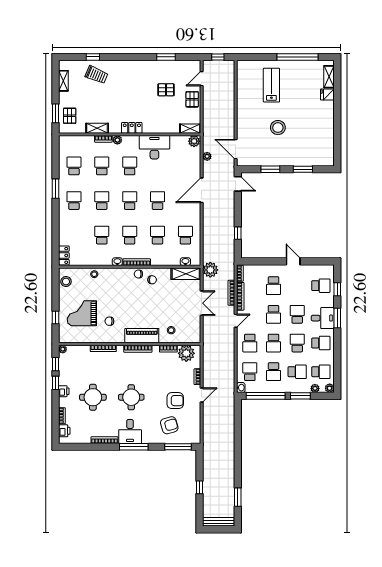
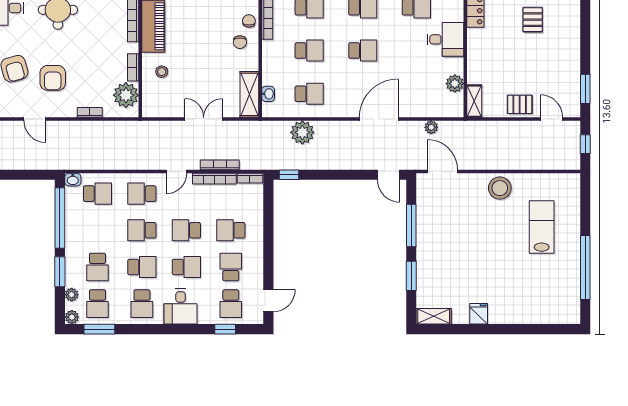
window: (166, 57) -> (585, 89), moved
shelving: (329, 77) -> (434, 316), moved
lab bench: (271, 85) -> (542, 227), turned -90
pallet: (166, 90) -> (533, 20), moved
fridge: (327, 94) -> (479, 314), moved
stool: (278, 128) -> (500, 188), moved
plant: (194, 141) -> (455, 84), moved
desk: (154, 147) -> (445, 39), width x0.73
door: (236, 149) -> (443, 172), hinge flipped
window: (270, 169) -> (411, 225), width x1.44
door: (238, 184) -> (389, 175), hinge flipped
door: (202, 190) -> (379, 119), hinge flipped
window: (238, 233) -> (289, 175), moved
door: (293, 261) -> (268, 301), moved
plant: (210, 270) -> (302, 132), moved
double door: (202, 303) -> (204, 119), swing flipped
window: (337, 318) -> (99, 329), moved
door: (236, 321) -> (176, 172), hinge flipped
school desk: (274, 372) -> (231, 267), moved, turned 90
door: (202, 395) -> (35, 119), moved

